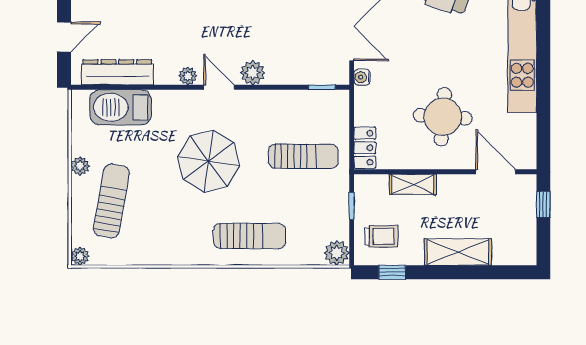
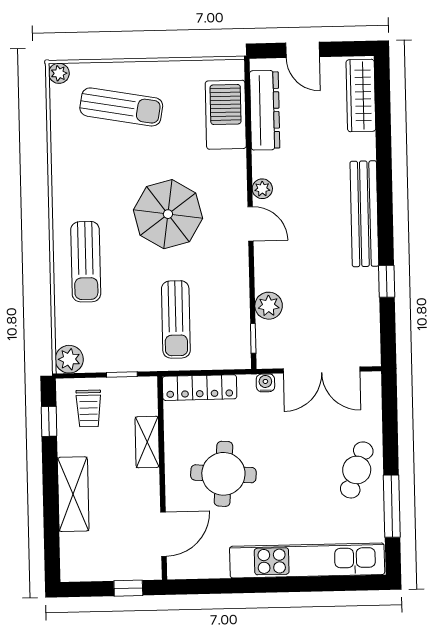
plant: (253, 73) -> (269, 306), moved
door: (219, 87) -> (251, 224), hinge flipped
locker: (365, 148) -> (200, 388), width x1.53
plant: (80, 166) -> (159, 71), removed

